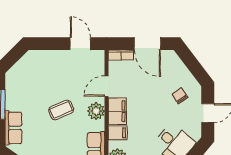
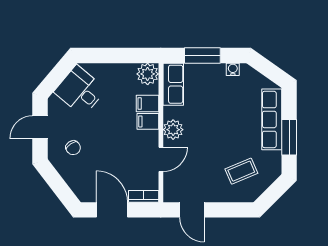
coffee table: (61, 110) -> (241, 171), moved
filing cabinet: (117, 111) -> (148, 121), width x0.50
row of seats: (13, 128) -> (272, 119), width x1.48

